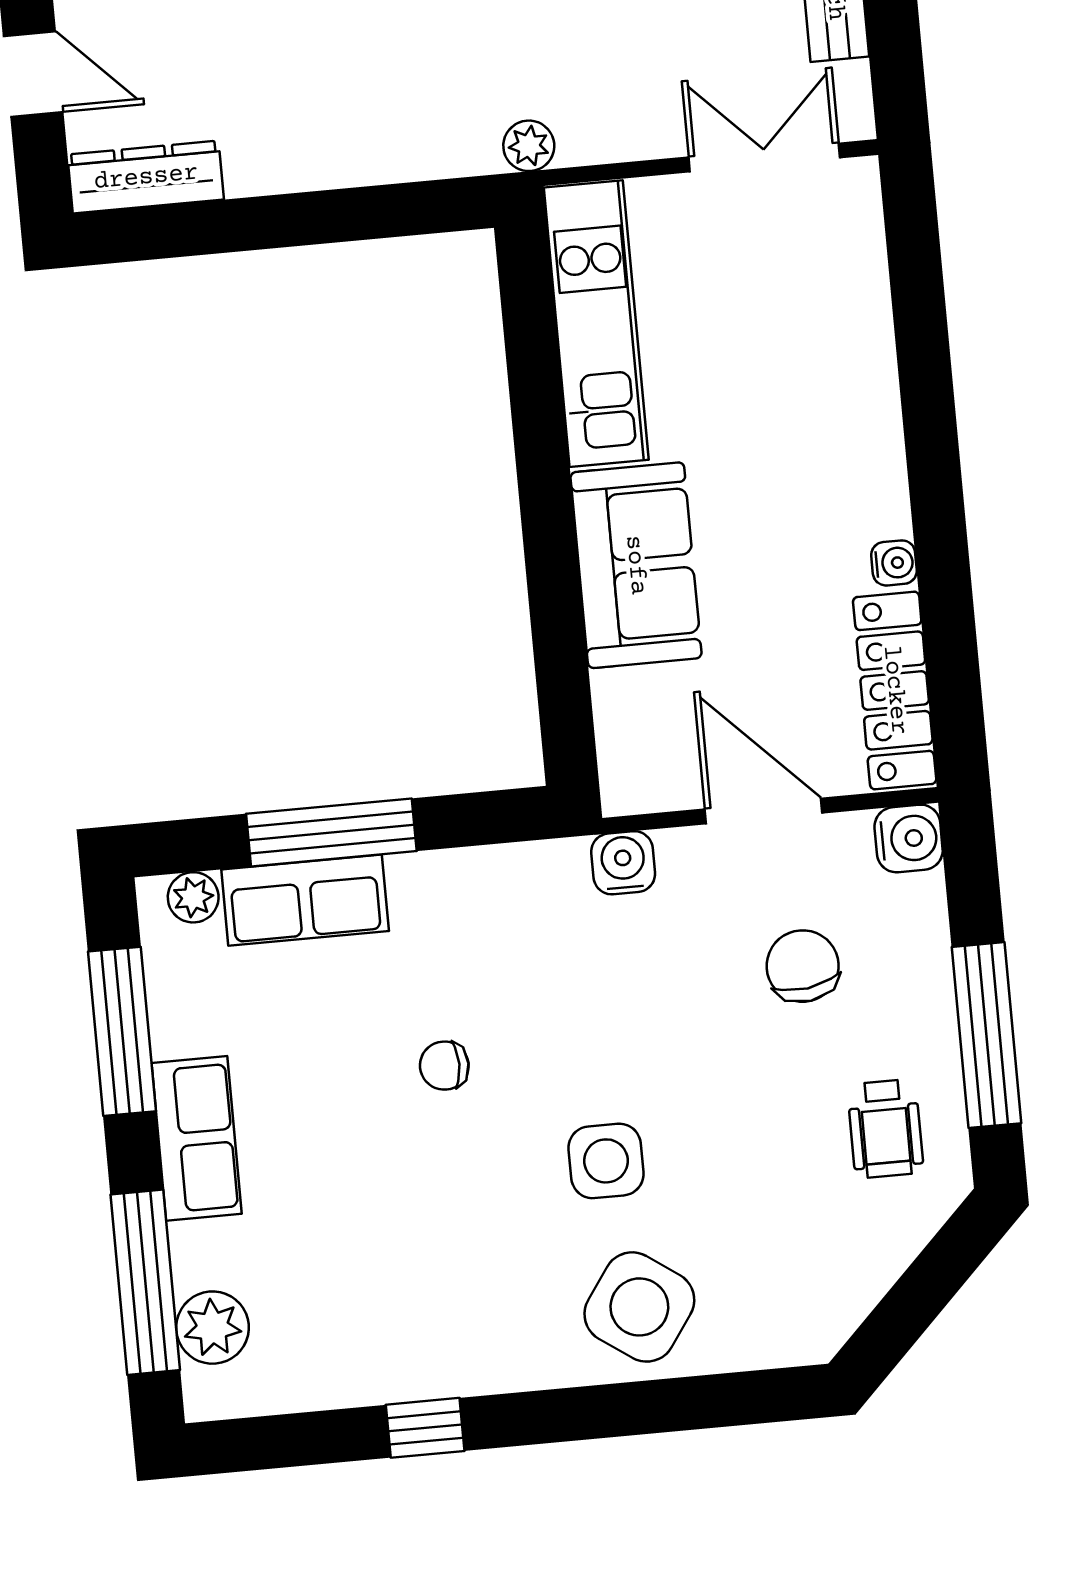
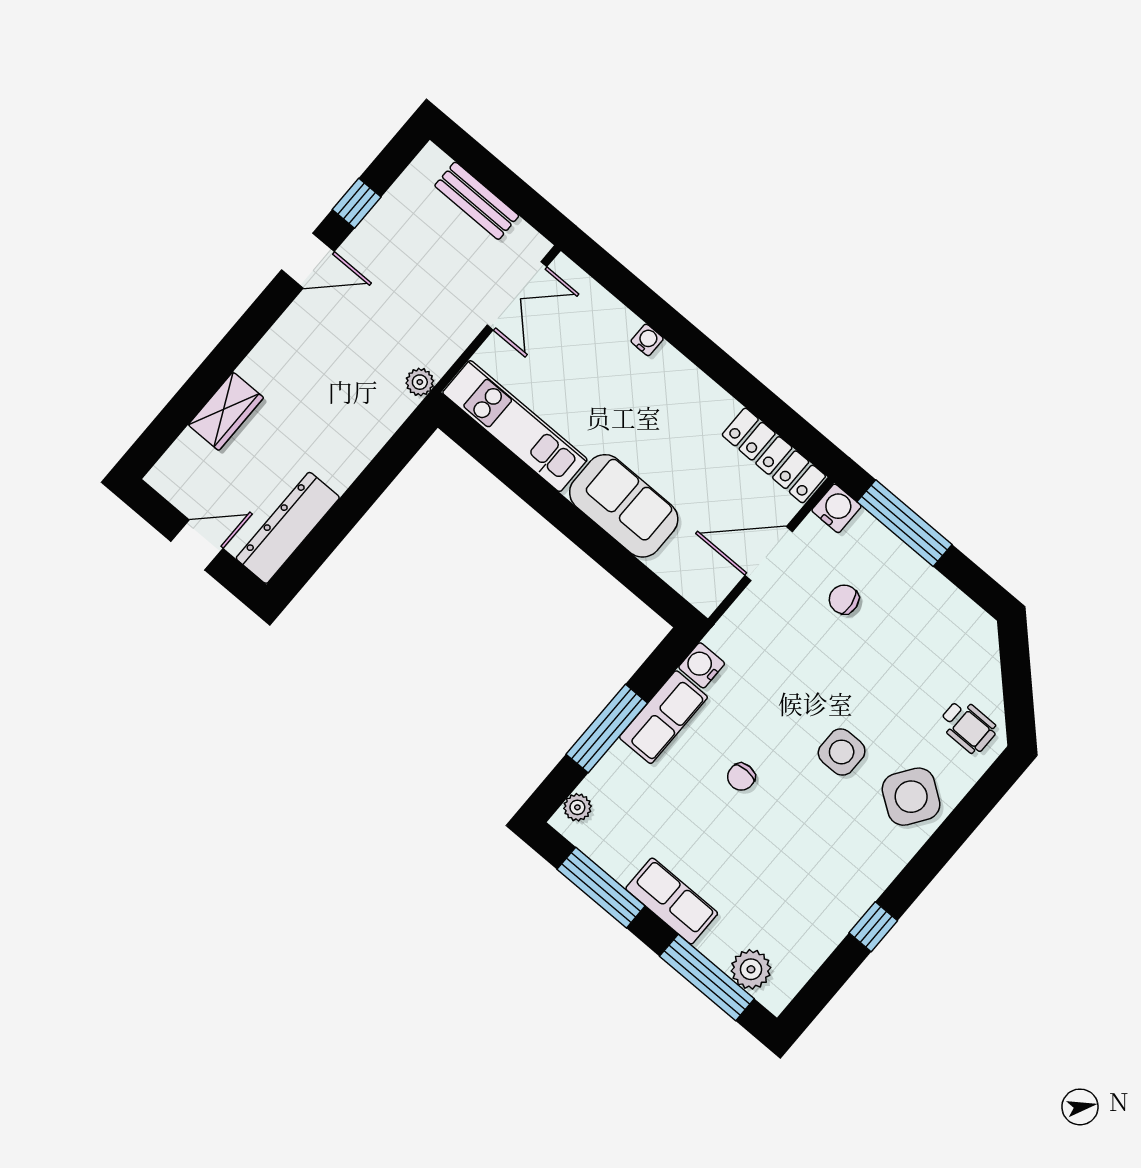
double door: (764, 157) -> (517, 296), swing flipped
dresser: (146, 177) -> (288, 528), width x1.37, depth x1.24
water cooler: (894, 563) -> (647, 340), moved
water cooler: (623, 863) -> (702, 665), moved
row of seats: (305, 900) -> (663, 717), moved
chair: (803, 966) -> (844, 599), width x0.73, depth x0.73
window: (986, 1035) -> (904, 523), moved
wheelchair: (885, 1129) -> (968, 726), moved

